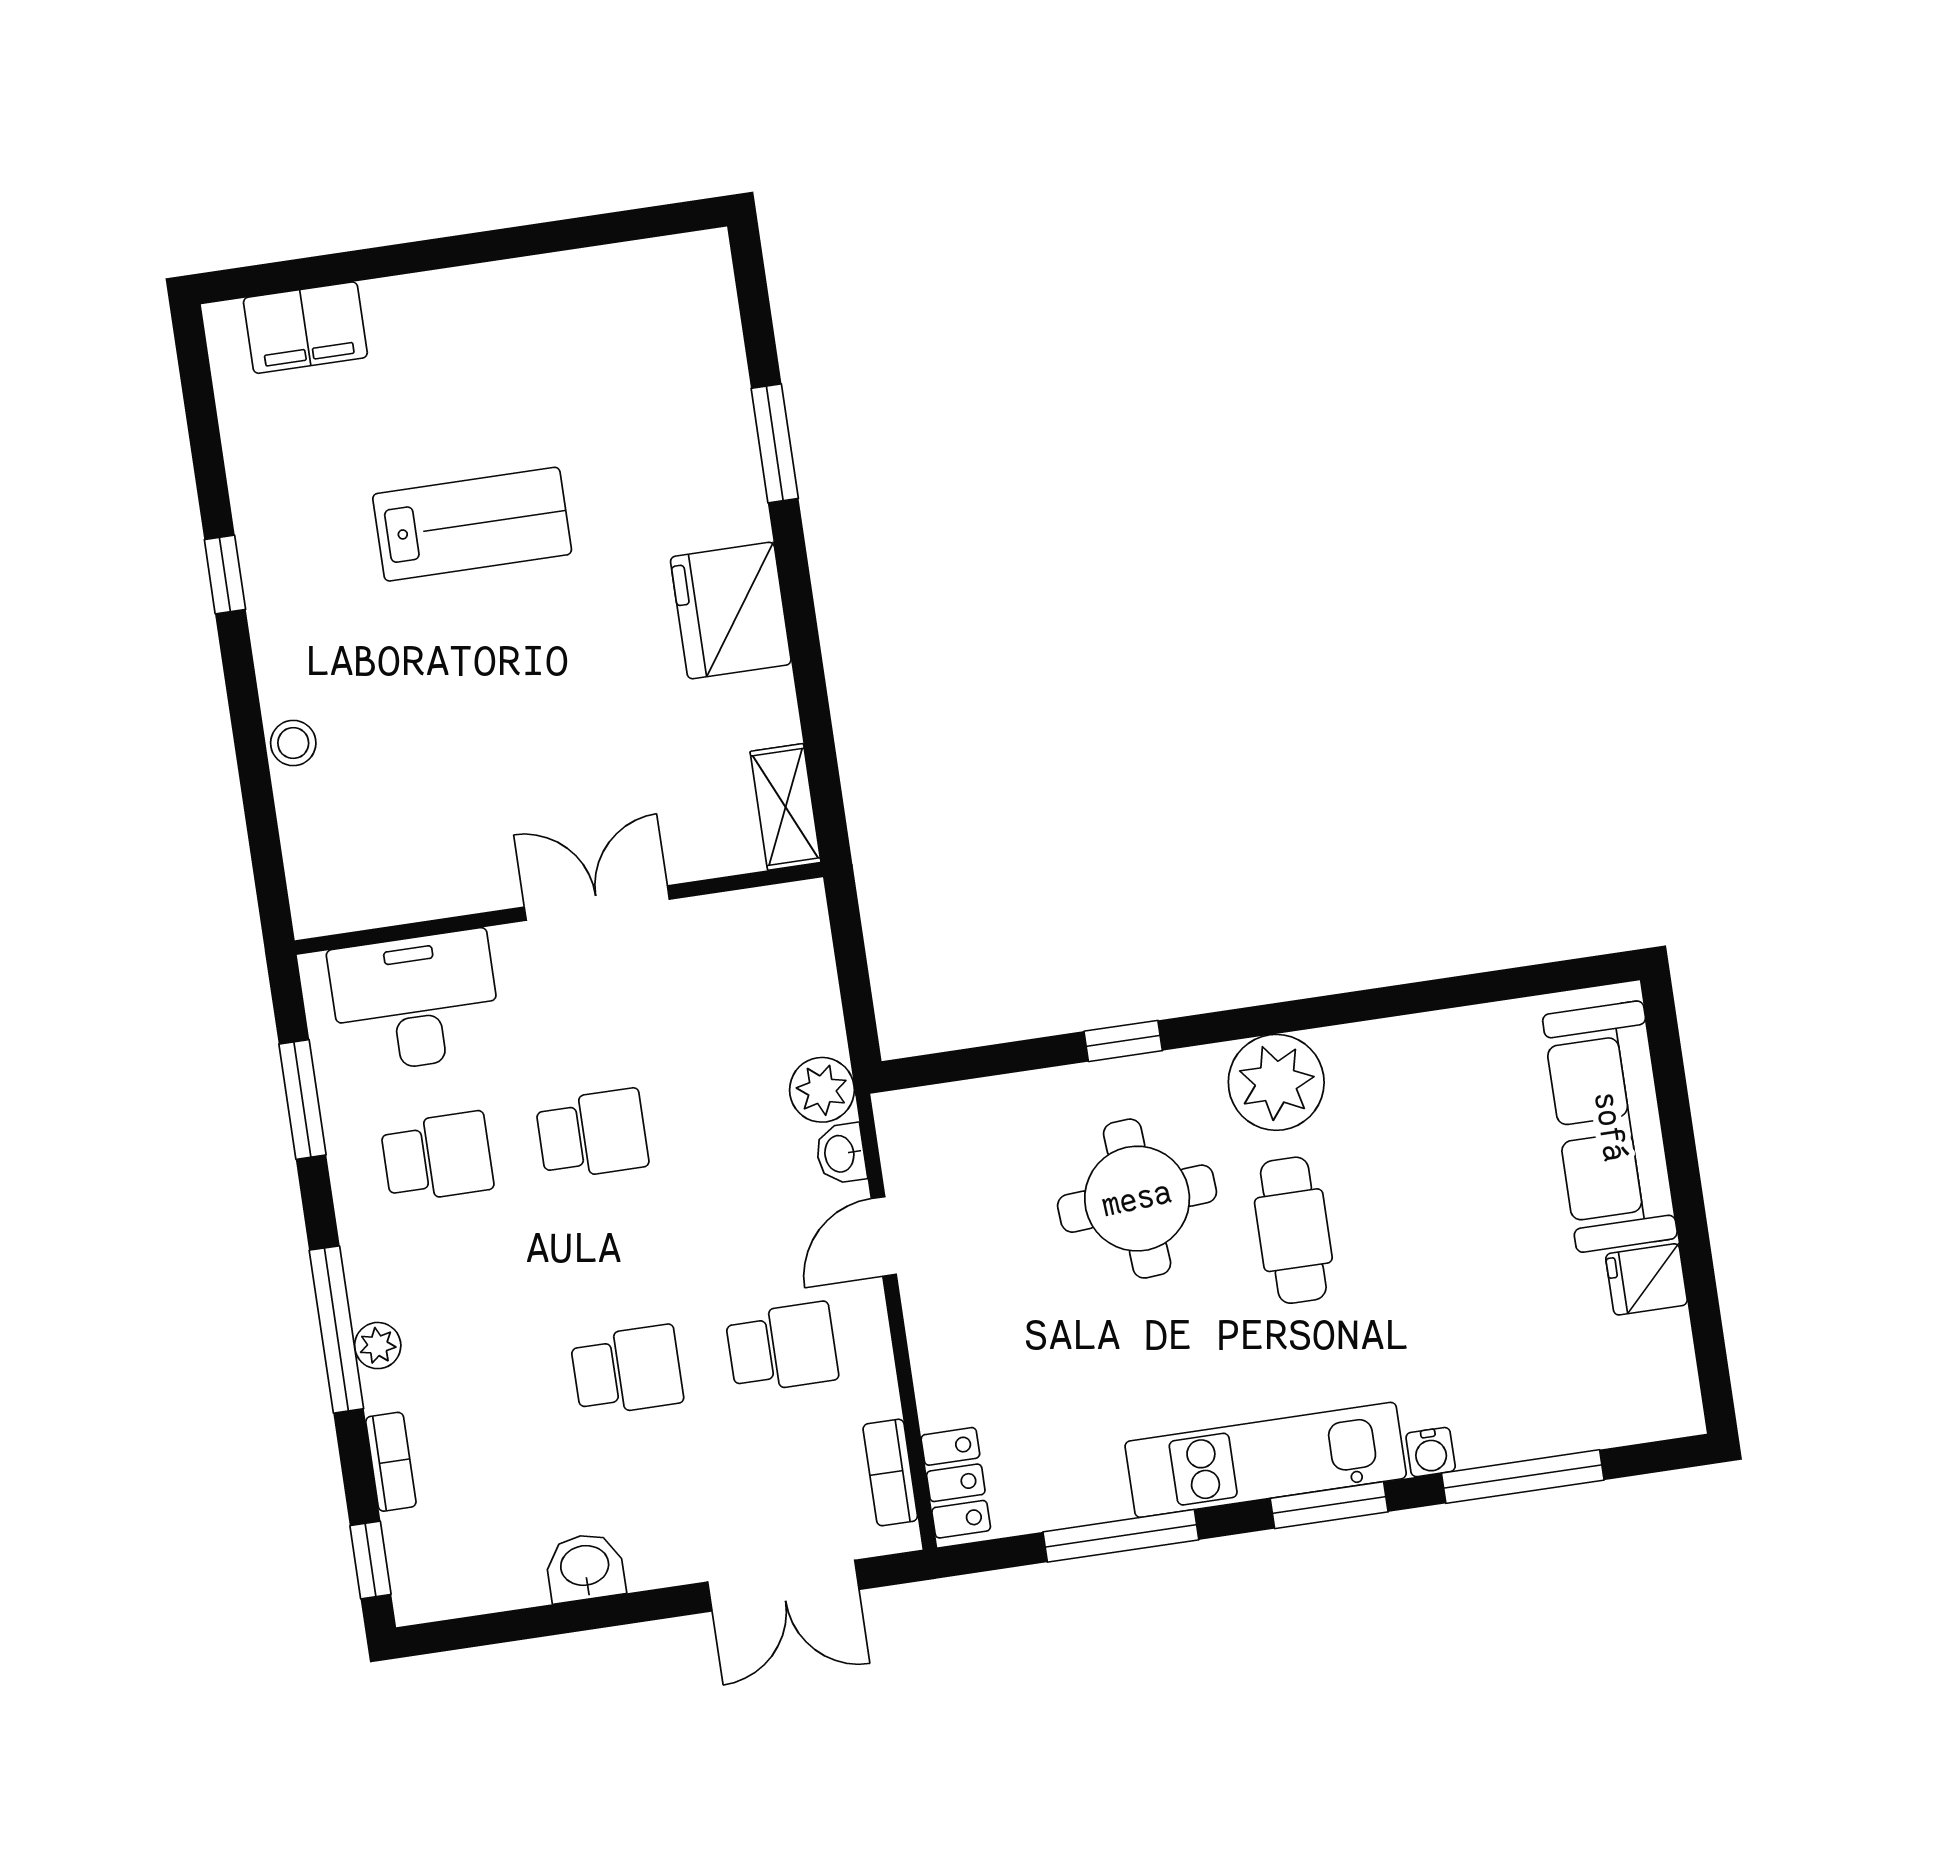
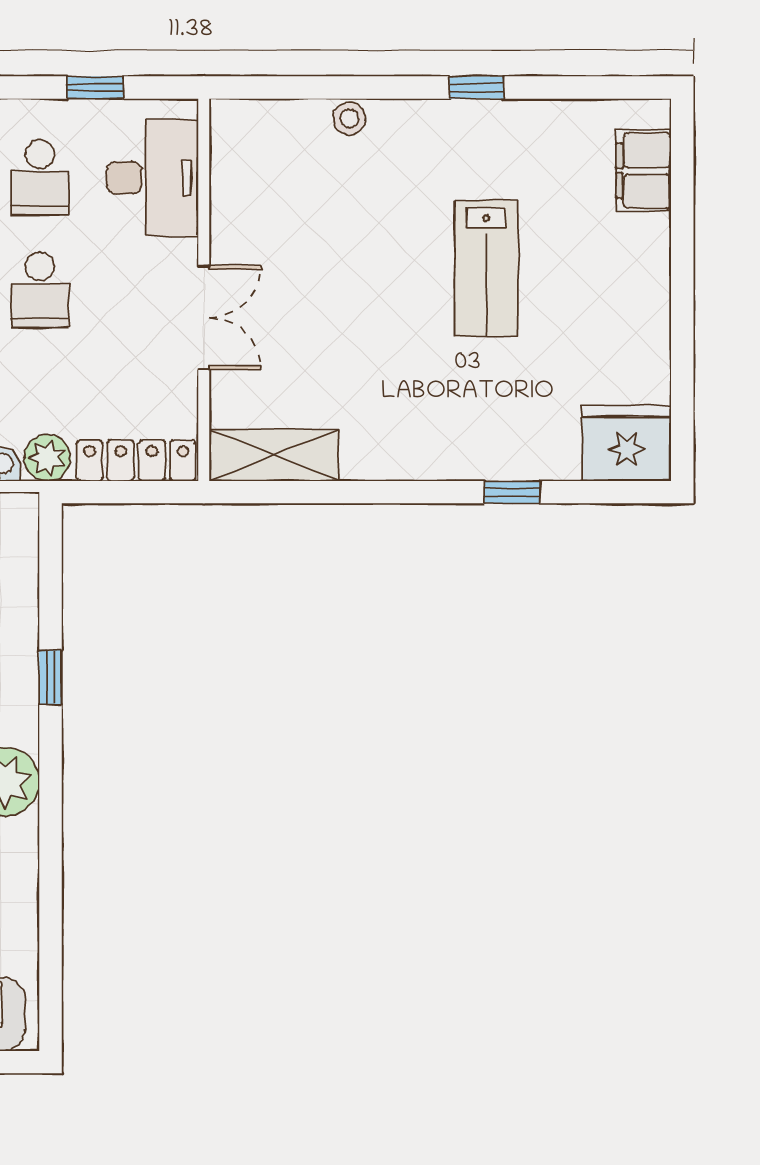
window: (775, 443) -> (512, 492), width x0.67
fridge: (731, 611) -> (627, 443), moved
shelving: (786, 807) -> (274, 455), width x1.50, depth x1.33
locker: (808, 967) -> (136, 461), added
window: (302, 1099) -> (95, 88), width x0.67

